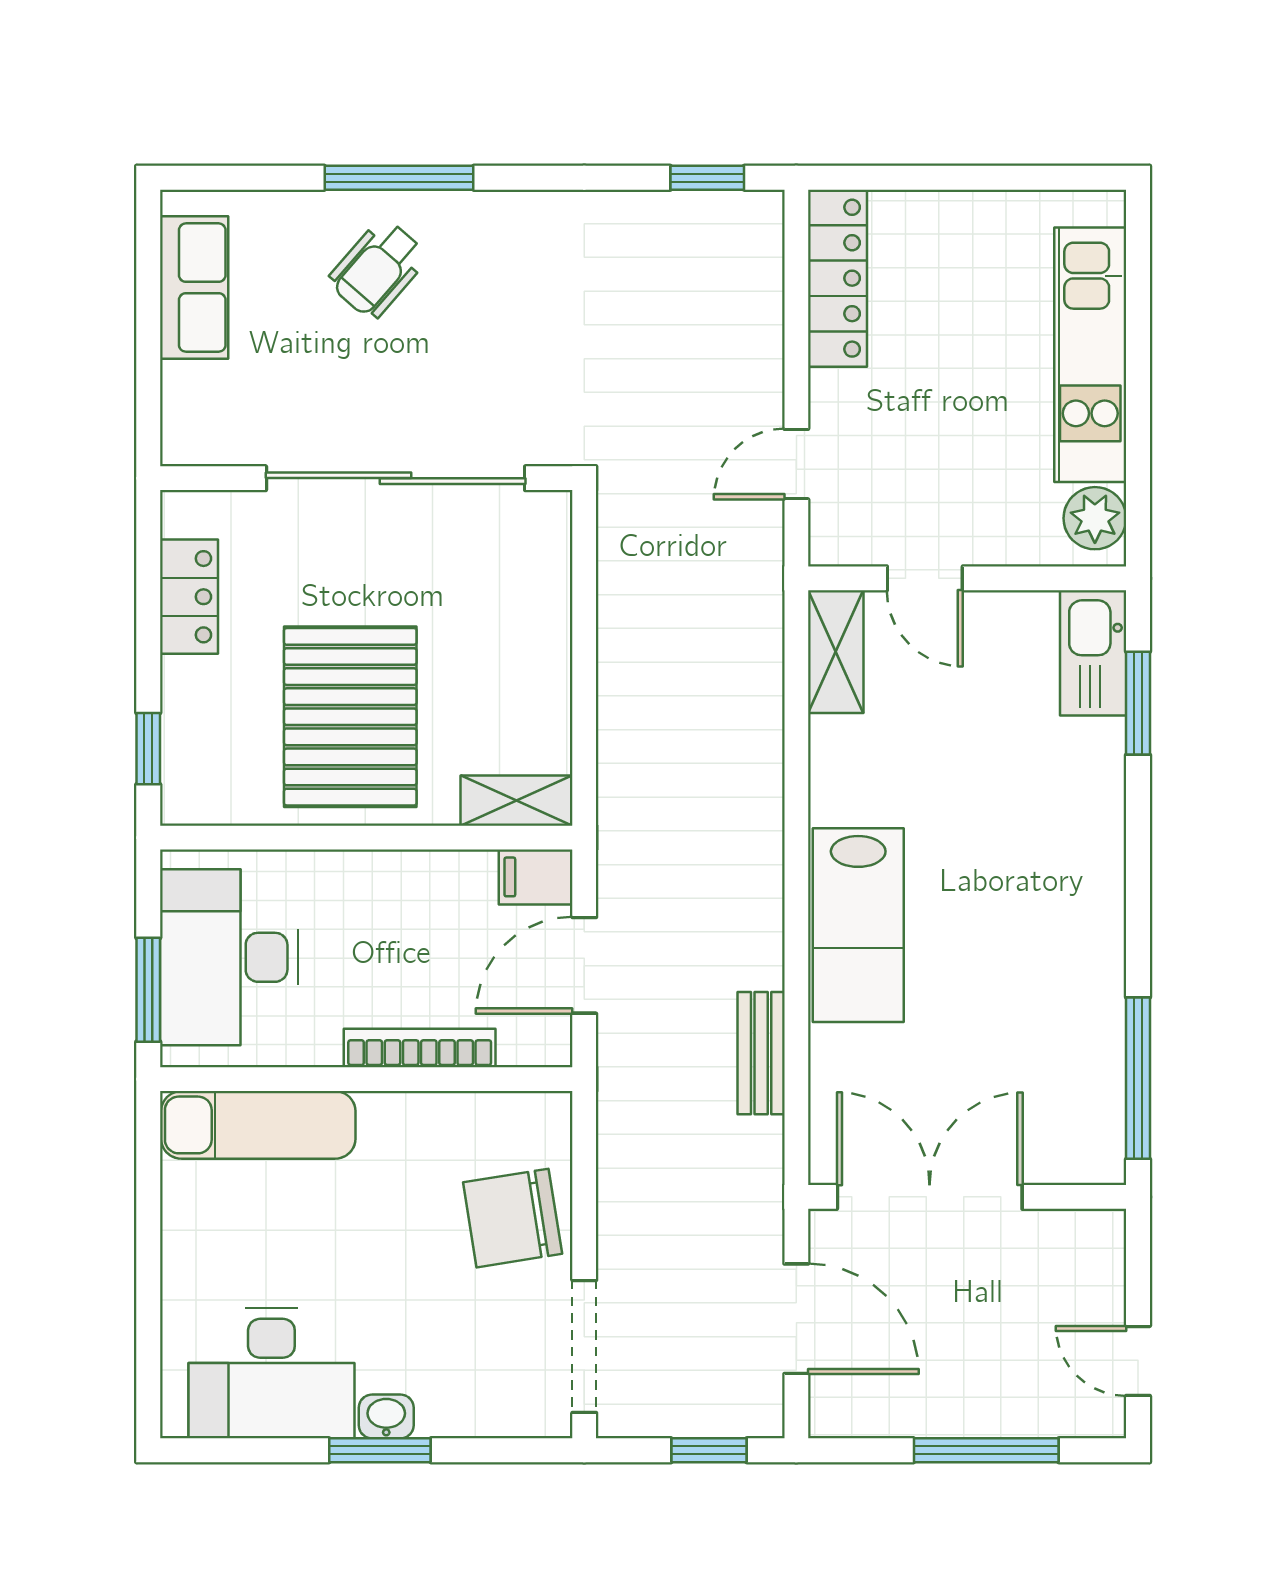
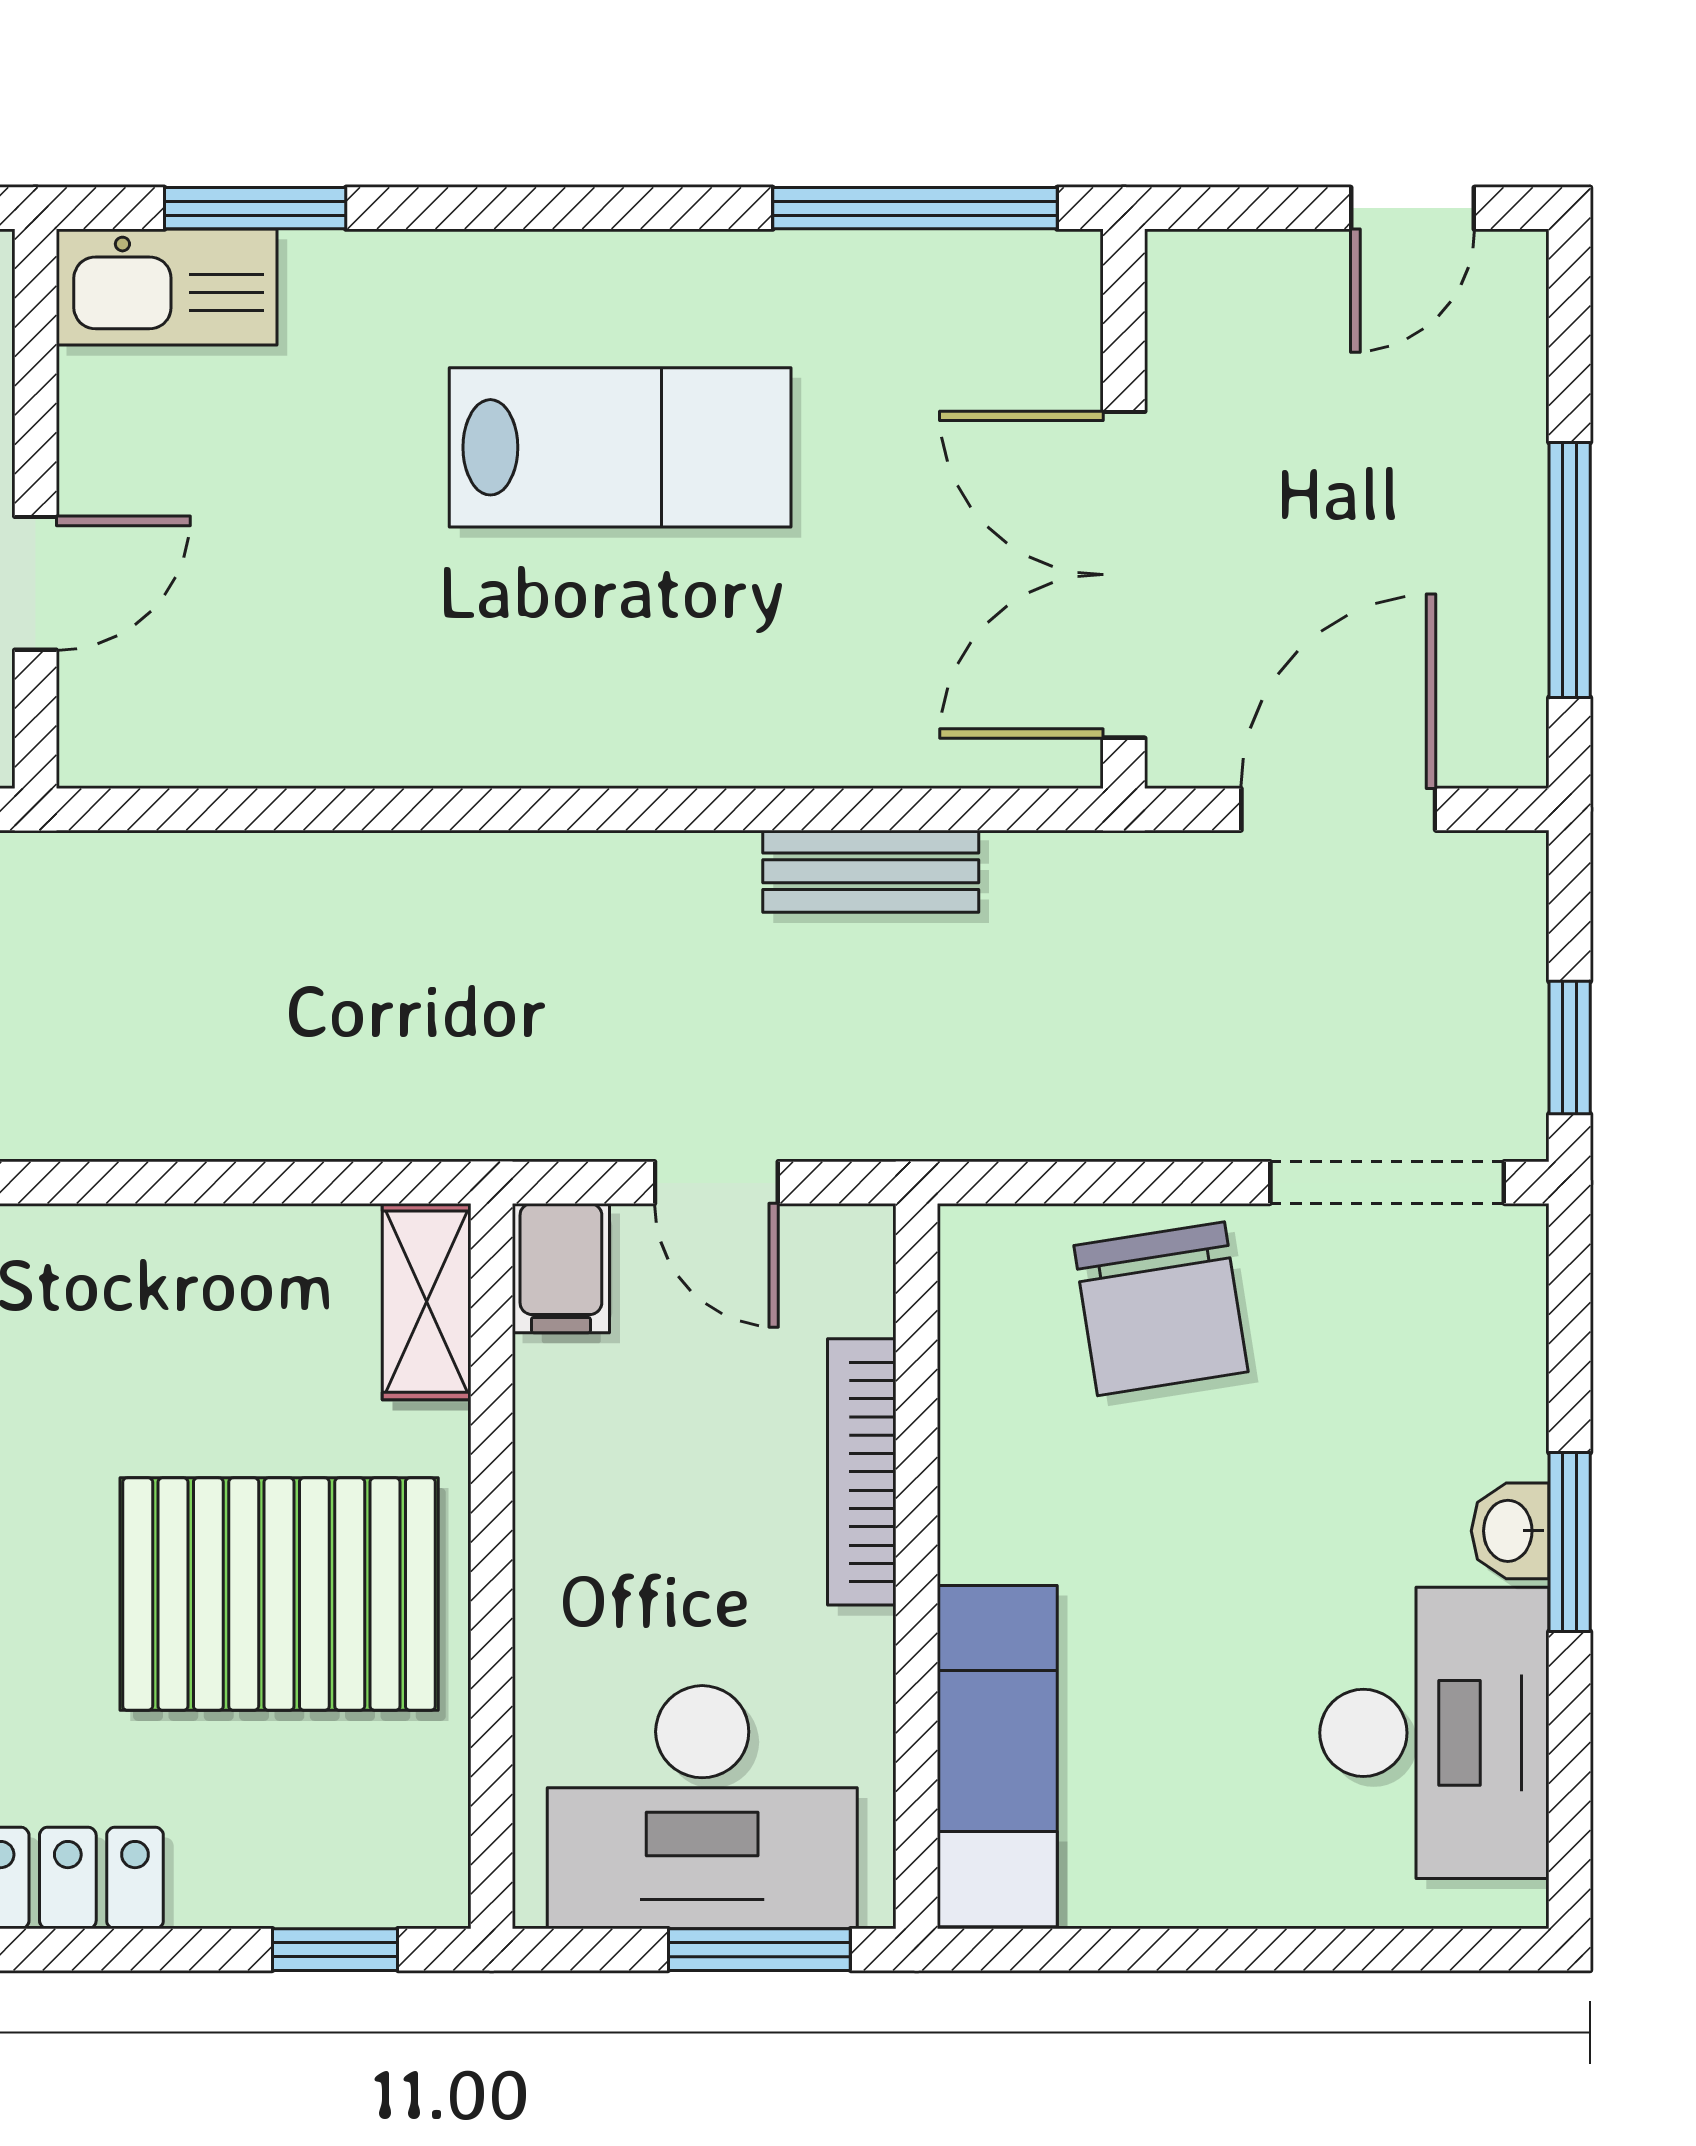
shelving: (836, 652) -> (165, 740), removed
lab bench: (858, 925) -> (620, 447), moved
door: (584, 965) -> (716, 1183), width x0.73
window: (709, 1450) -> (1570, 1048), moved
window: (986, 1450) -> (1570, 570), moved

